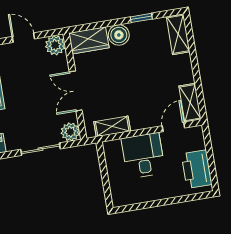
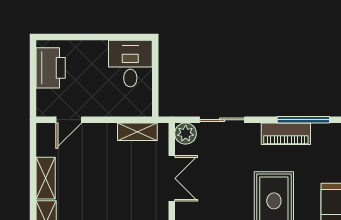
shelving: (190, 103) -> (46, 178), moved
desk: (143, 156) -> (130, 63), moved, turned 180

